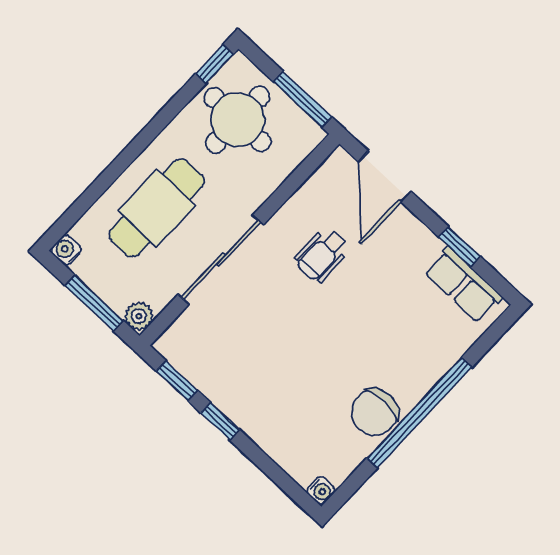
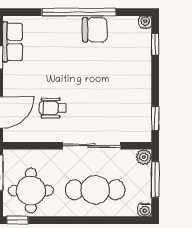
wheelchair: (322, 255) -> (53, 108), turned 180
window: (220, 421) -> (155, 44), moved

